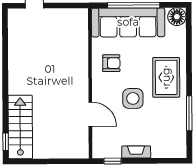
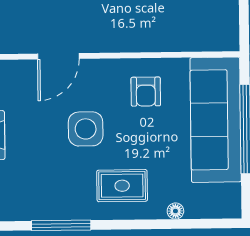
floor lamp: (177, 17) -> (175, 211), moved, width x0.53, depth x0.53
rug: (166, 77) -> (122, 186), width x0.73, depth x0.70

